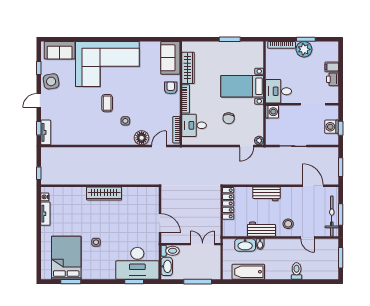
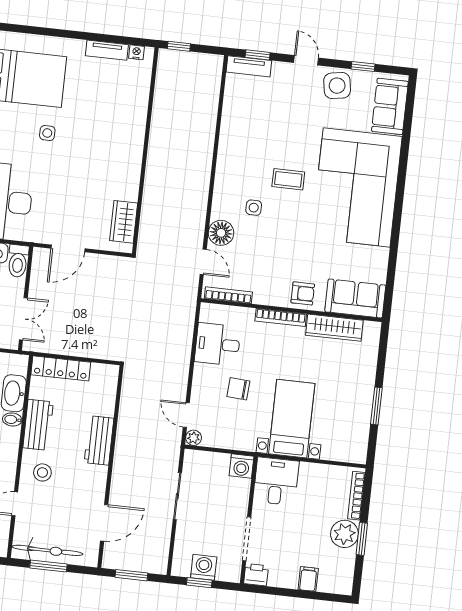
printer: (333, 79) -> (256, 575), moved
desk: (194, 125) -> (218, 344), moved, turned -90
wardrobe: (104, 194) -> (124, 222), moved, width x0.67
locker: (228, 203) -> (61, 368), moved

